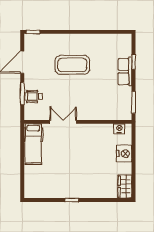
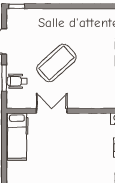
coffee table: (72, 65) -> (56, 63), moved, turned -42

